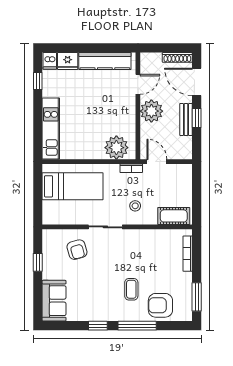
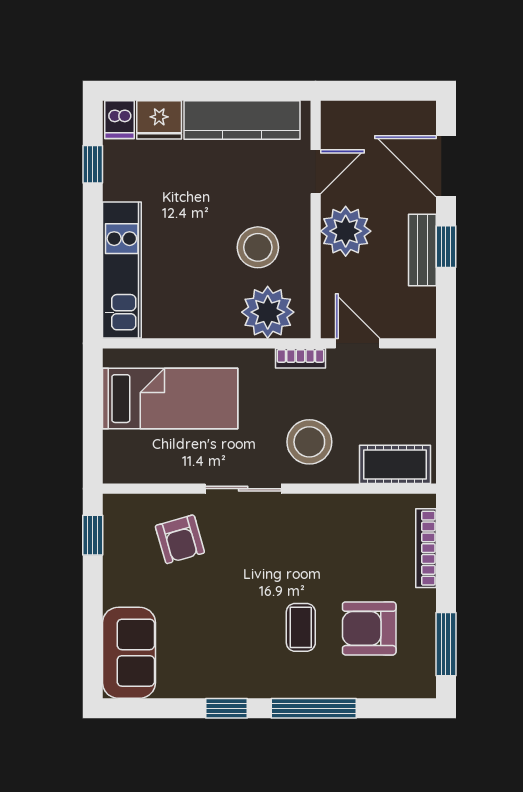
shoe rack: (177, 57) -> (403, 112), removed
stool: (112, 118) -> (258, 247), added
stool: (135, 206) -> (309, 442), width x1.89, depth x1.89
window: (38, 262) -> (93, 535), moved
armchair: (160, 305) -> (369, 628), moved

